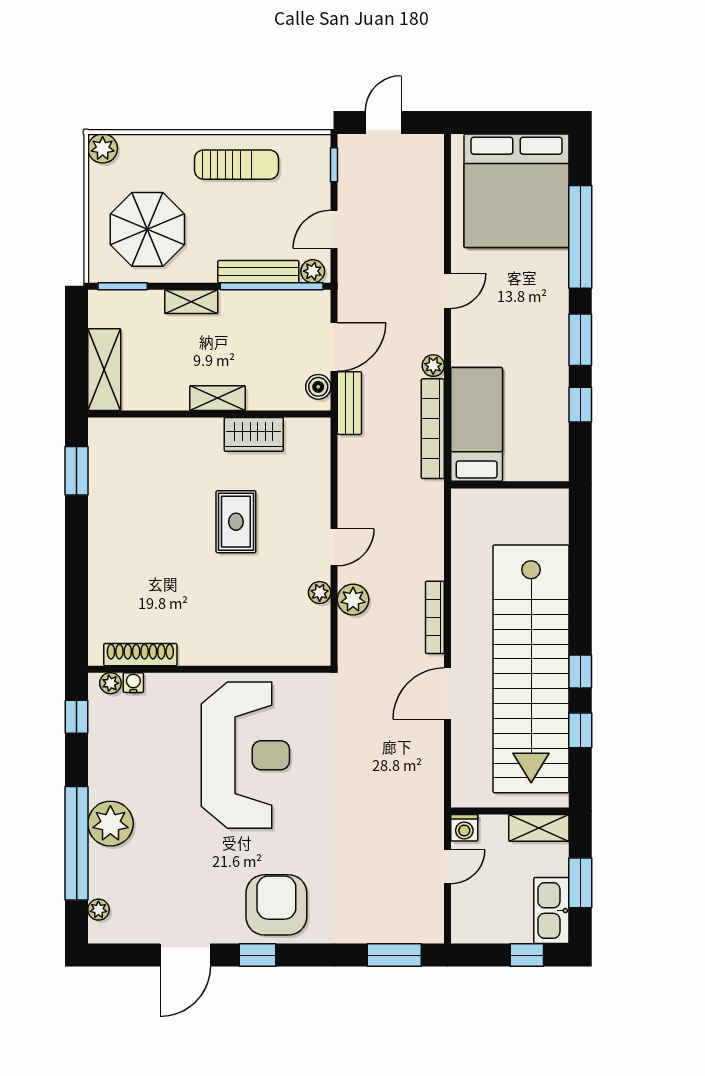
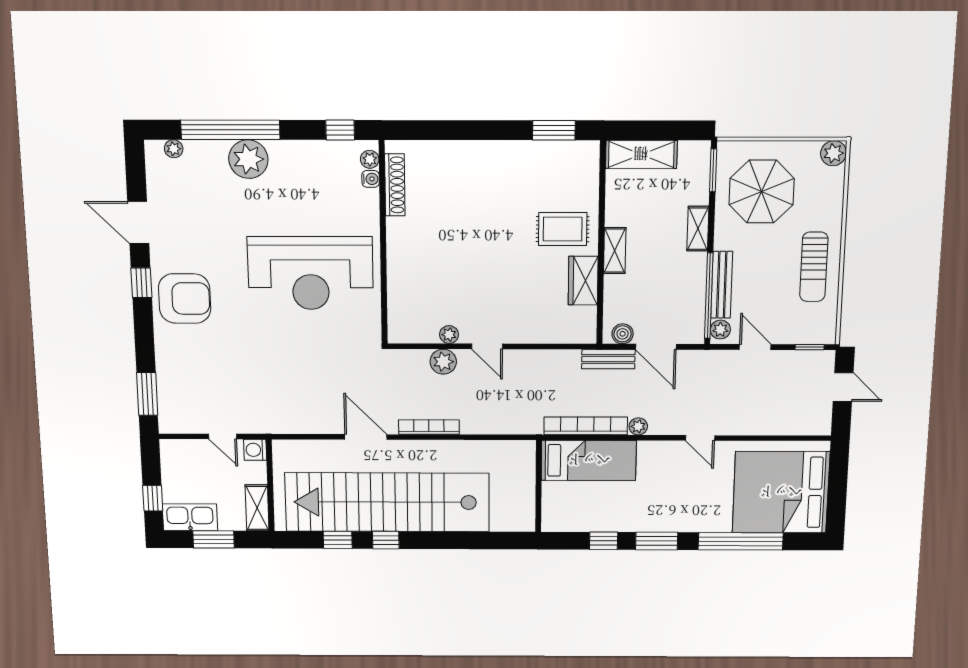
rug: (236, 522) -> (563, 229), moved

